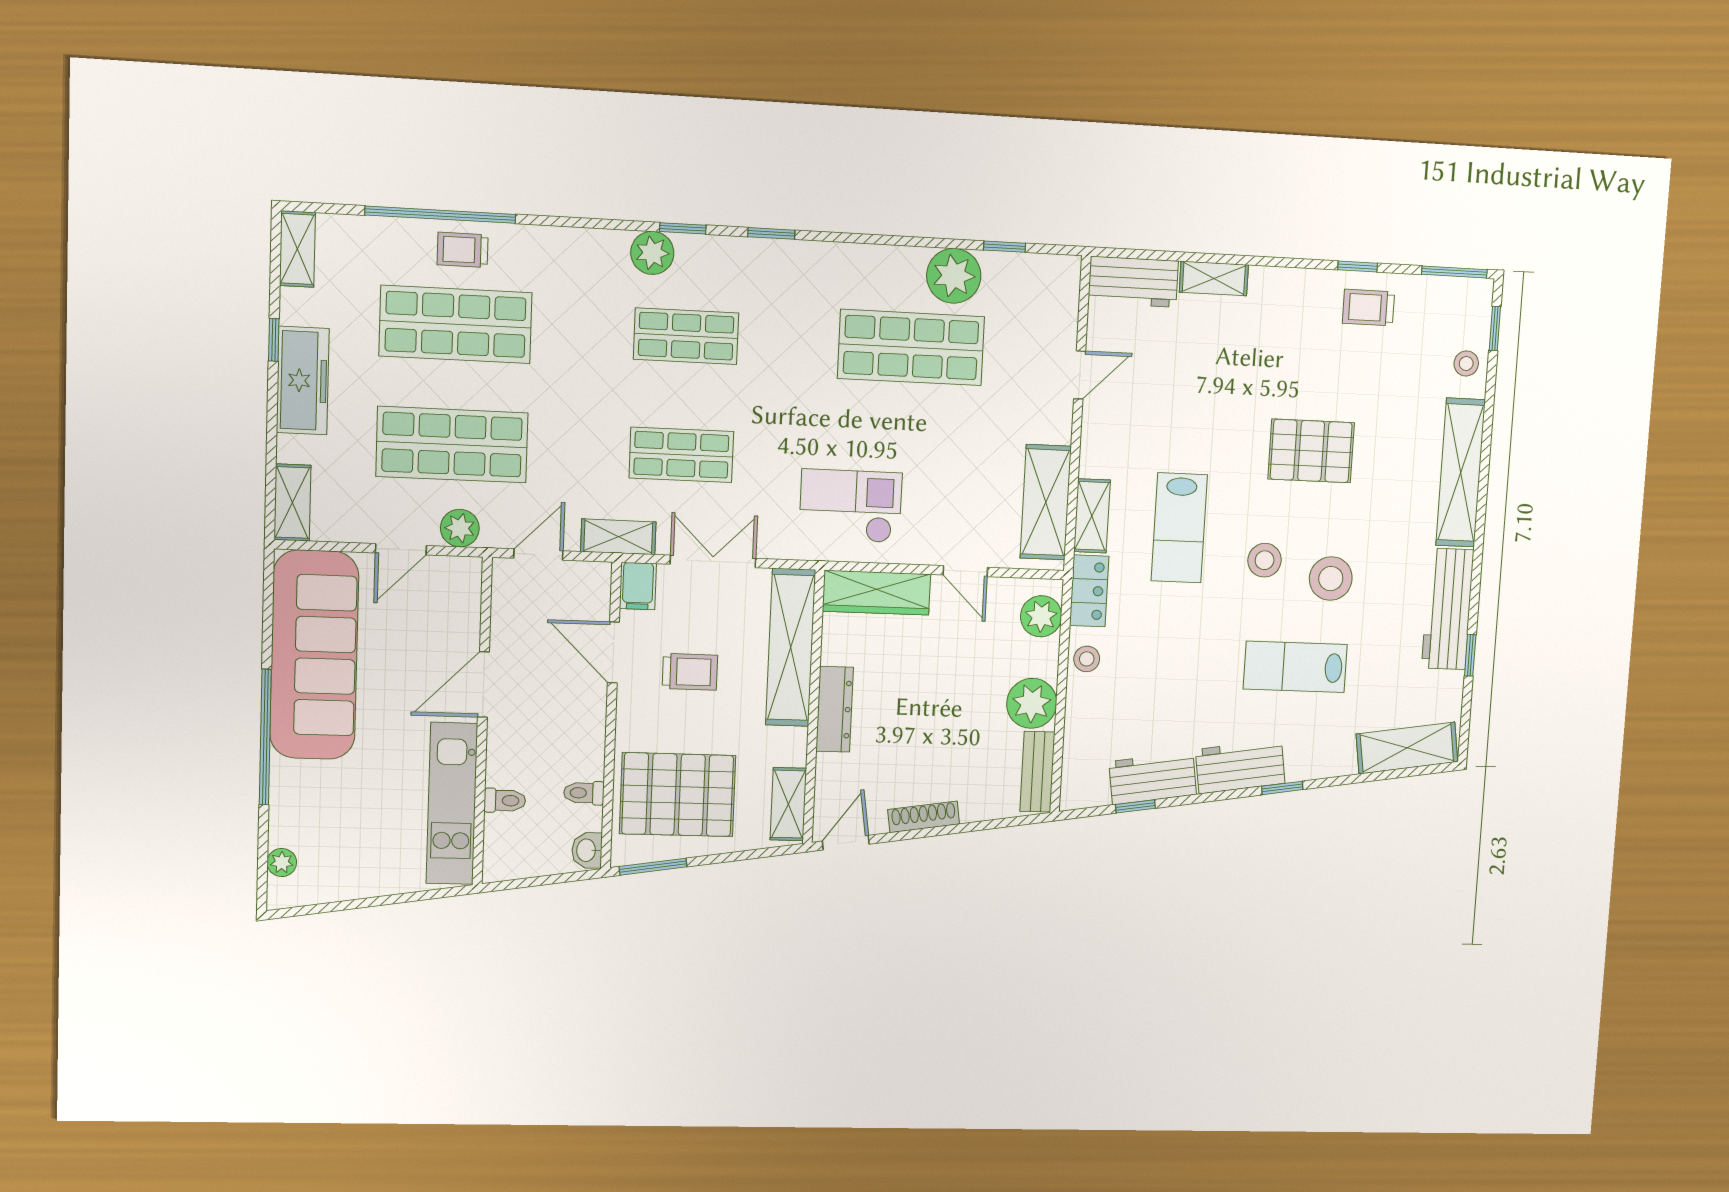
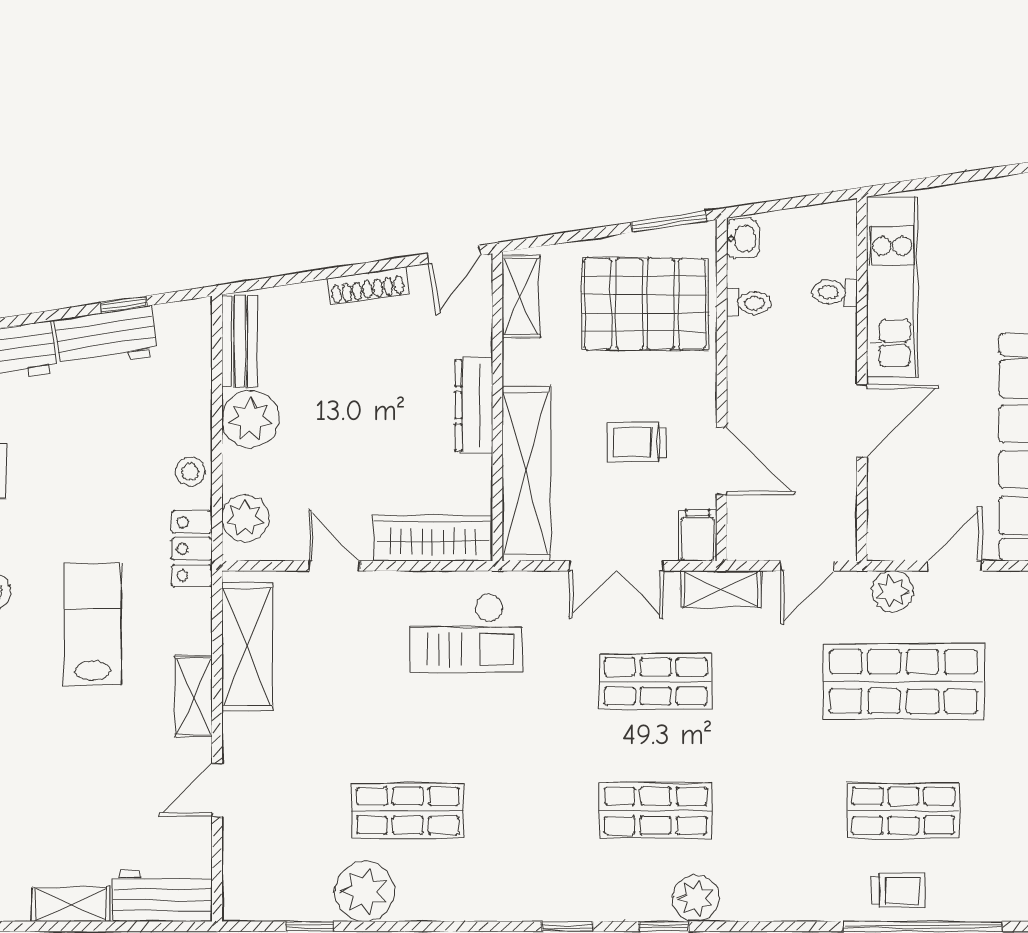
shop shelf: (456, 324) -> (903, 811), width x0.70, depth x0.74
shop shelf: (911, 348) -> (408, 811), width x0.70, depth x0.74
shelving: (1092, 516) -> (194, 697), moved

